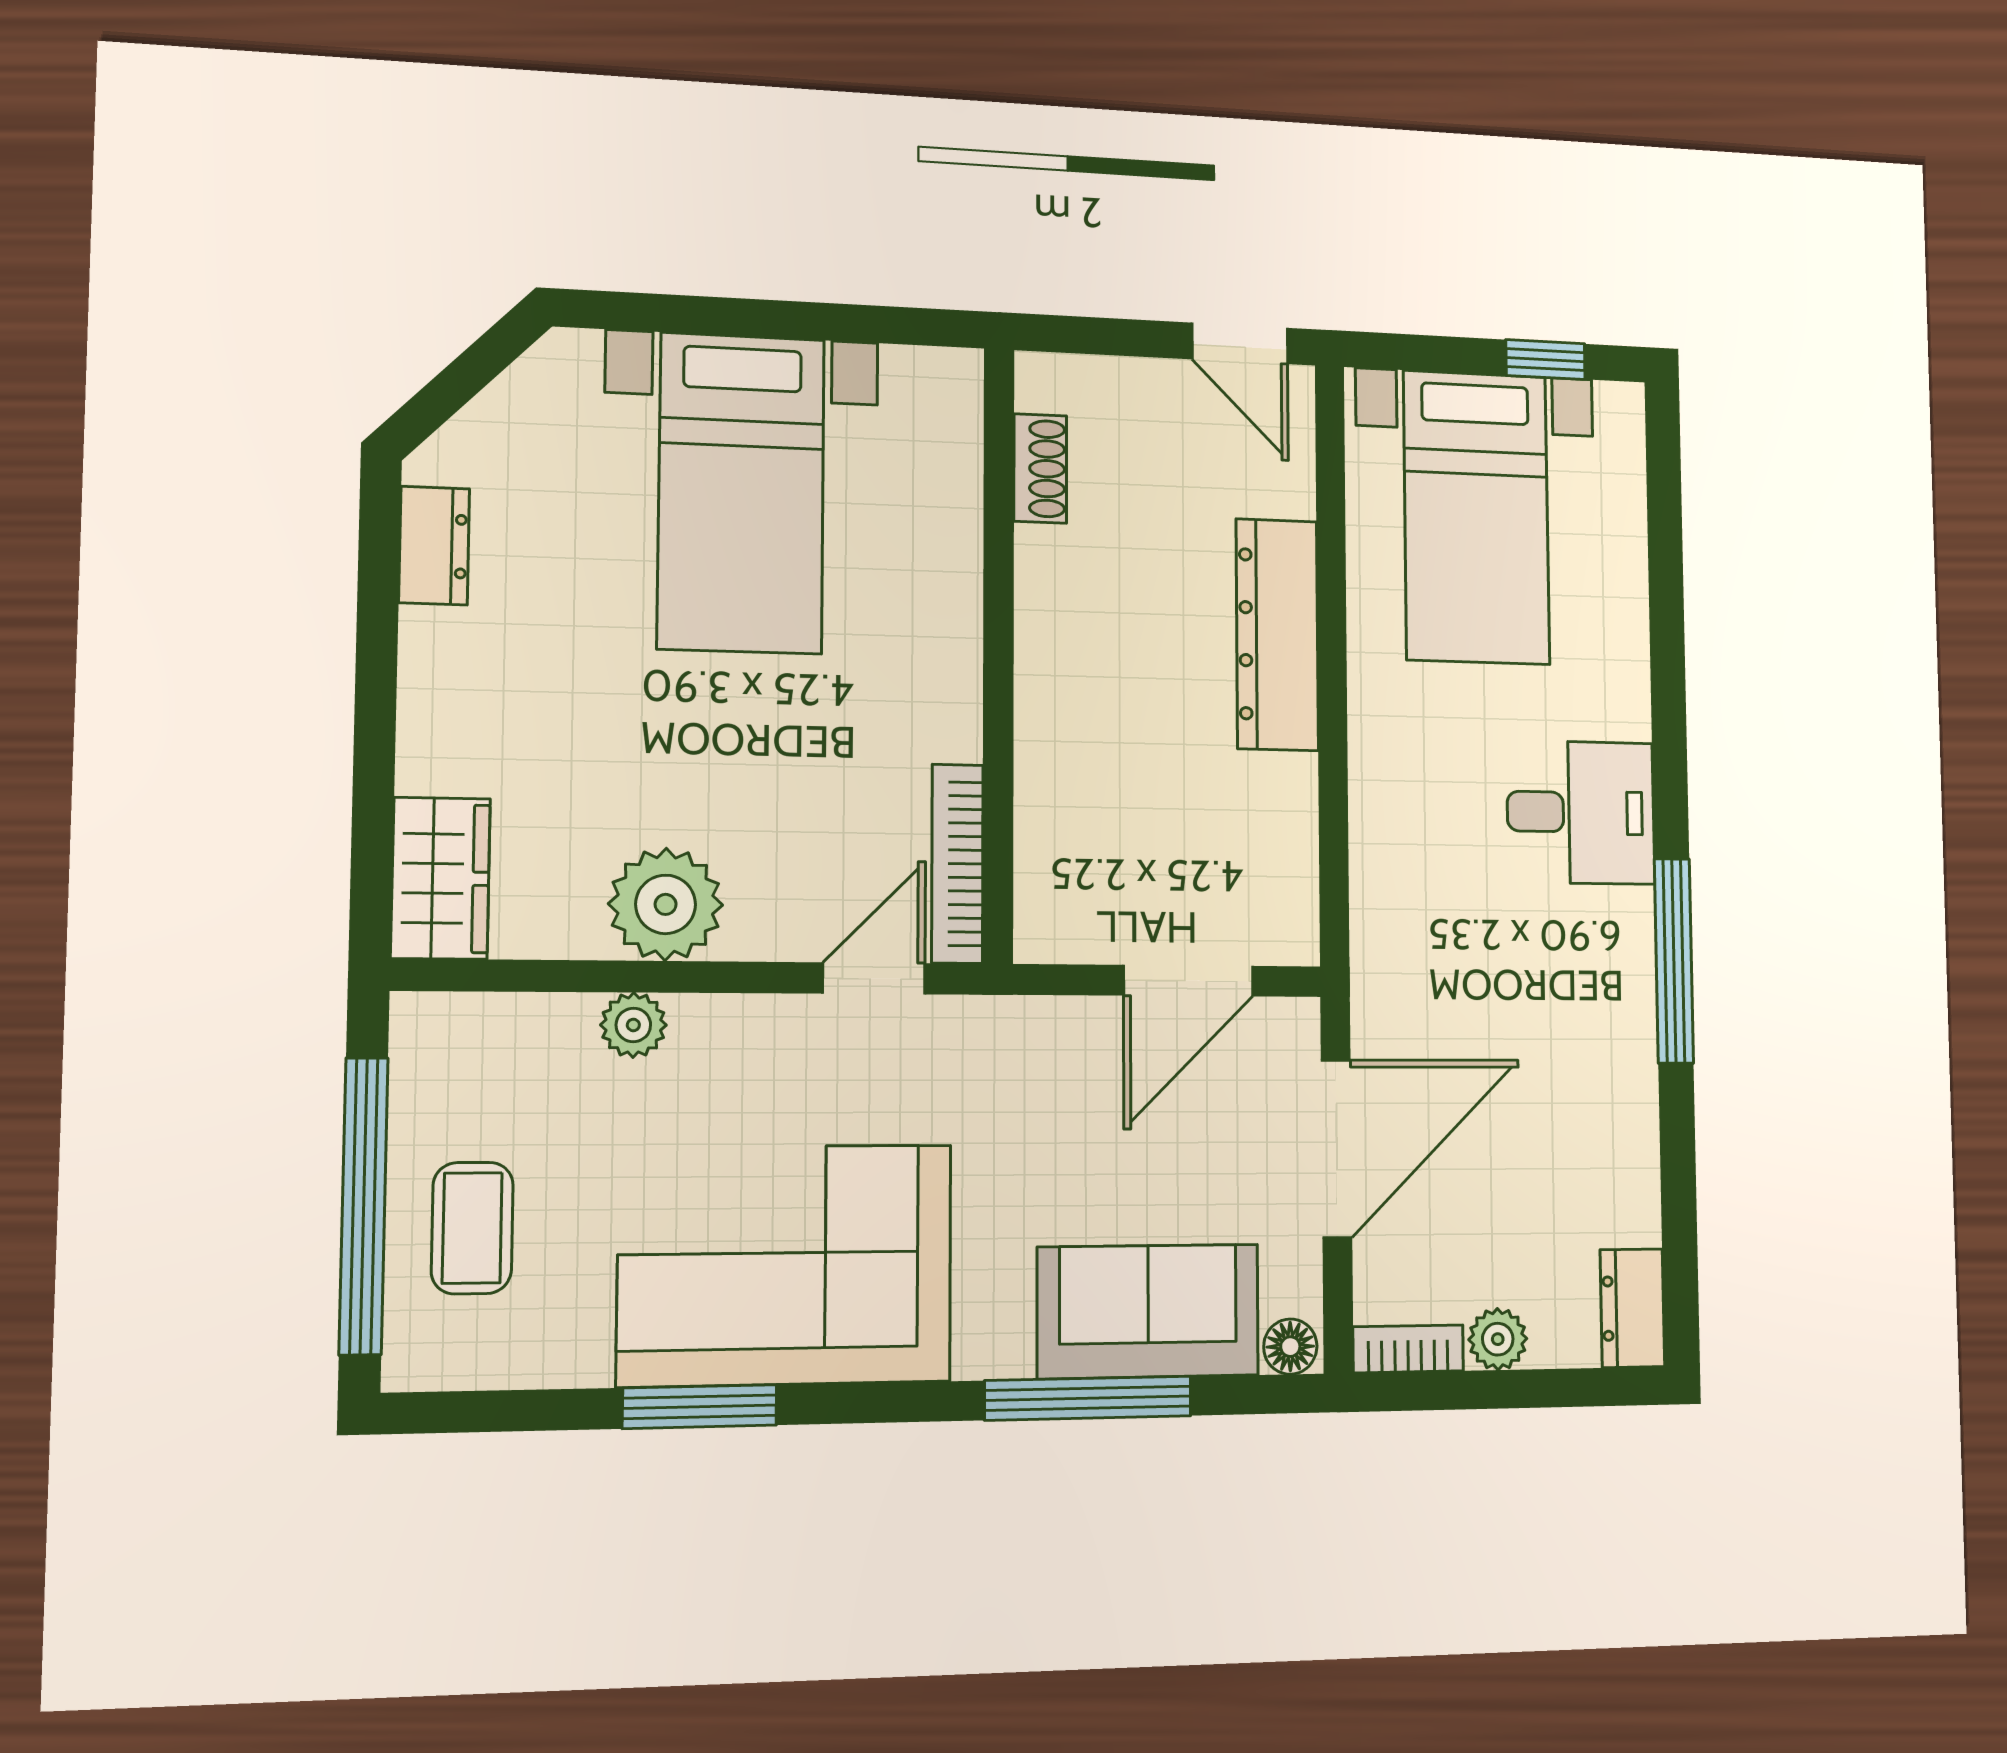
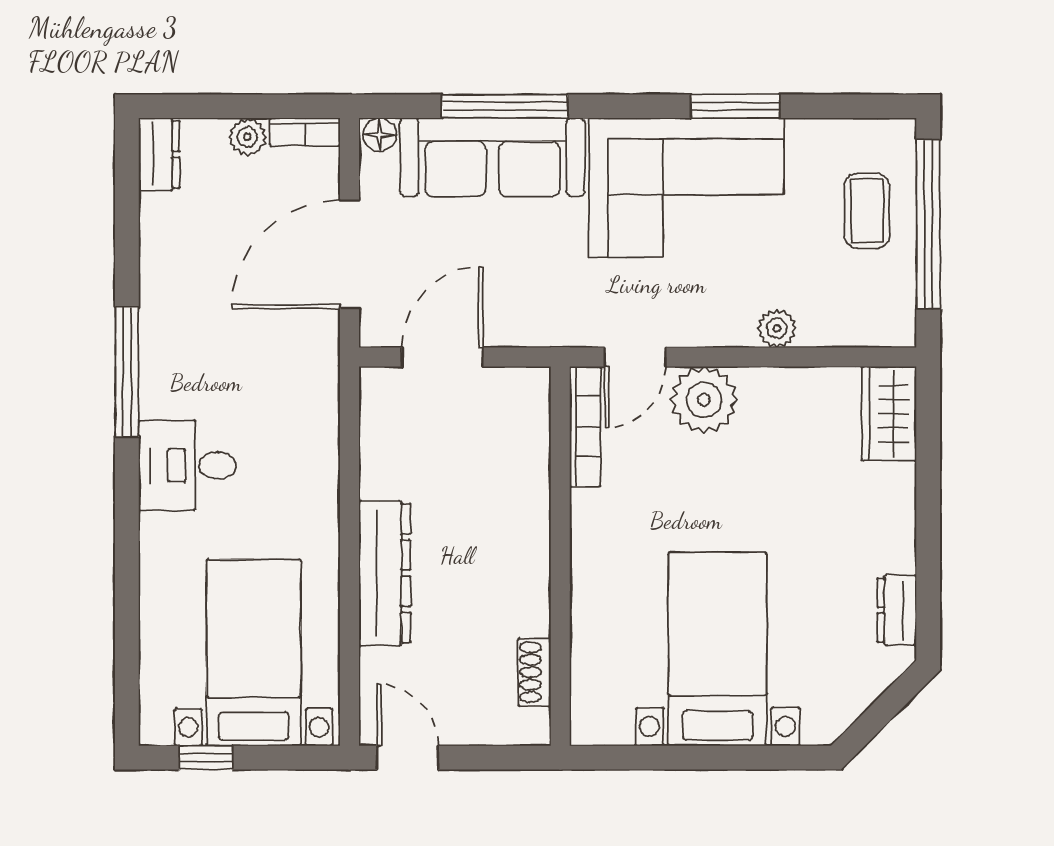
plant: (666, 904) -> (704, 400), moved
sofa: (1148, 1311) -> (493, 157), width x1.36

